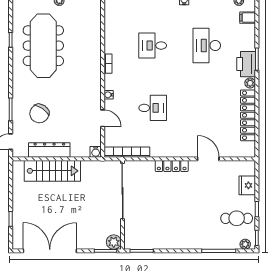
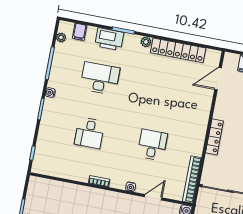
desk: (207, 46) -> (100, 78), turned 180
printer: (246, 64) -> (109, 39), moved
door: (208, 159) -> (218, 79), moved

